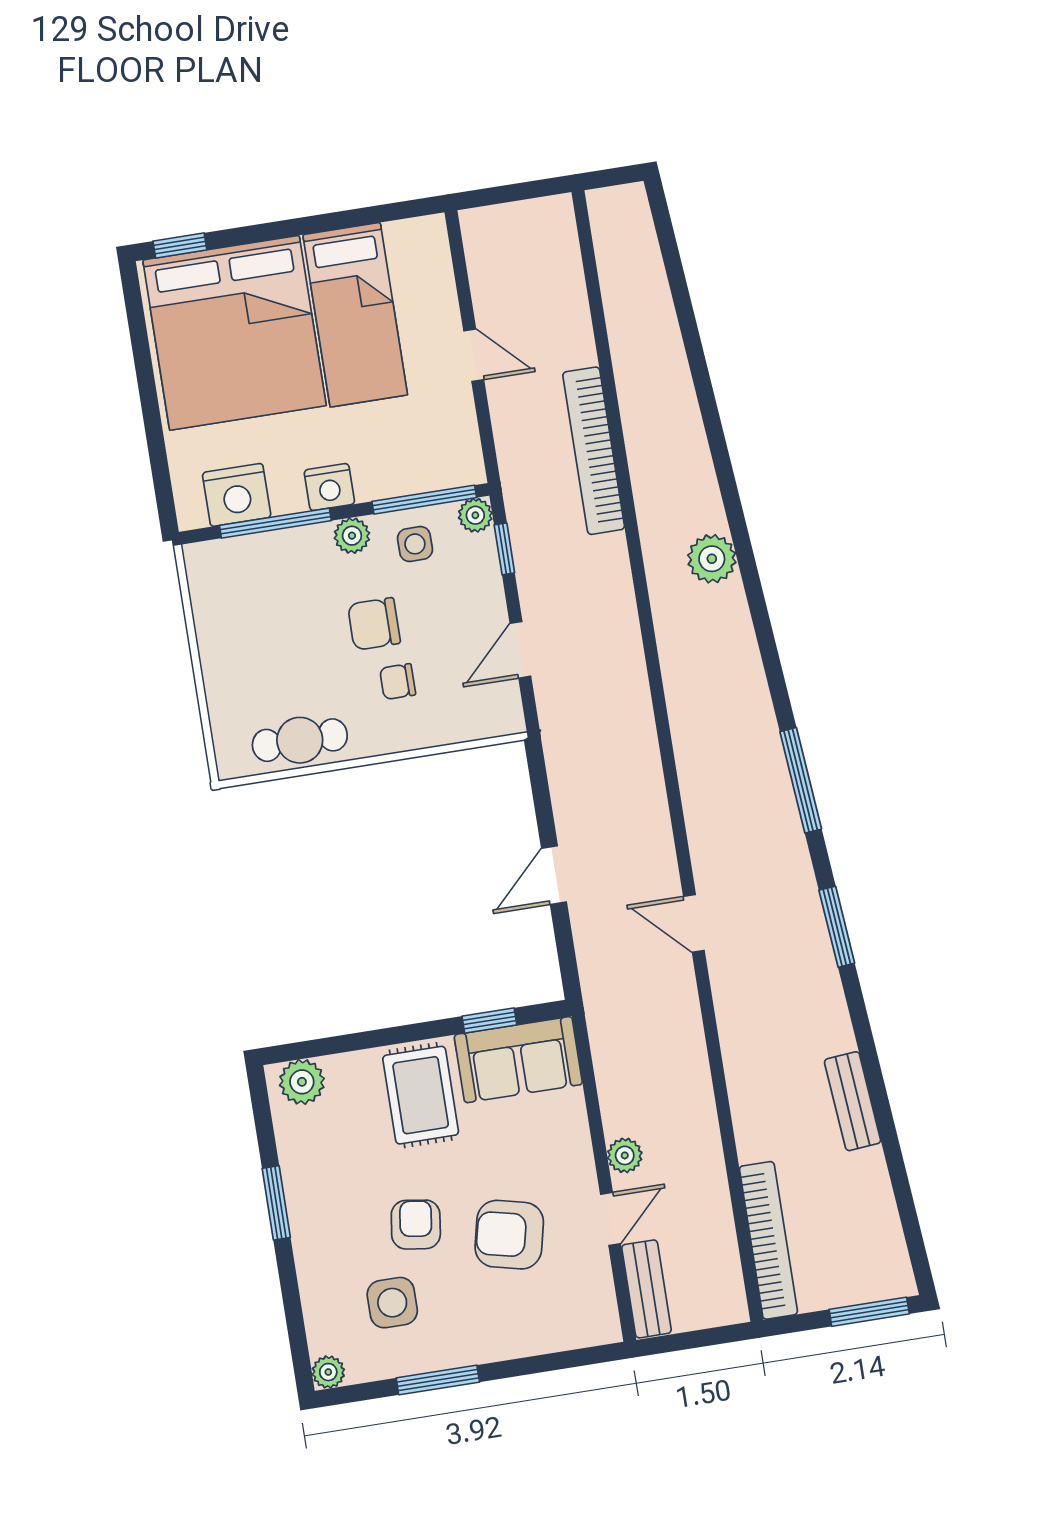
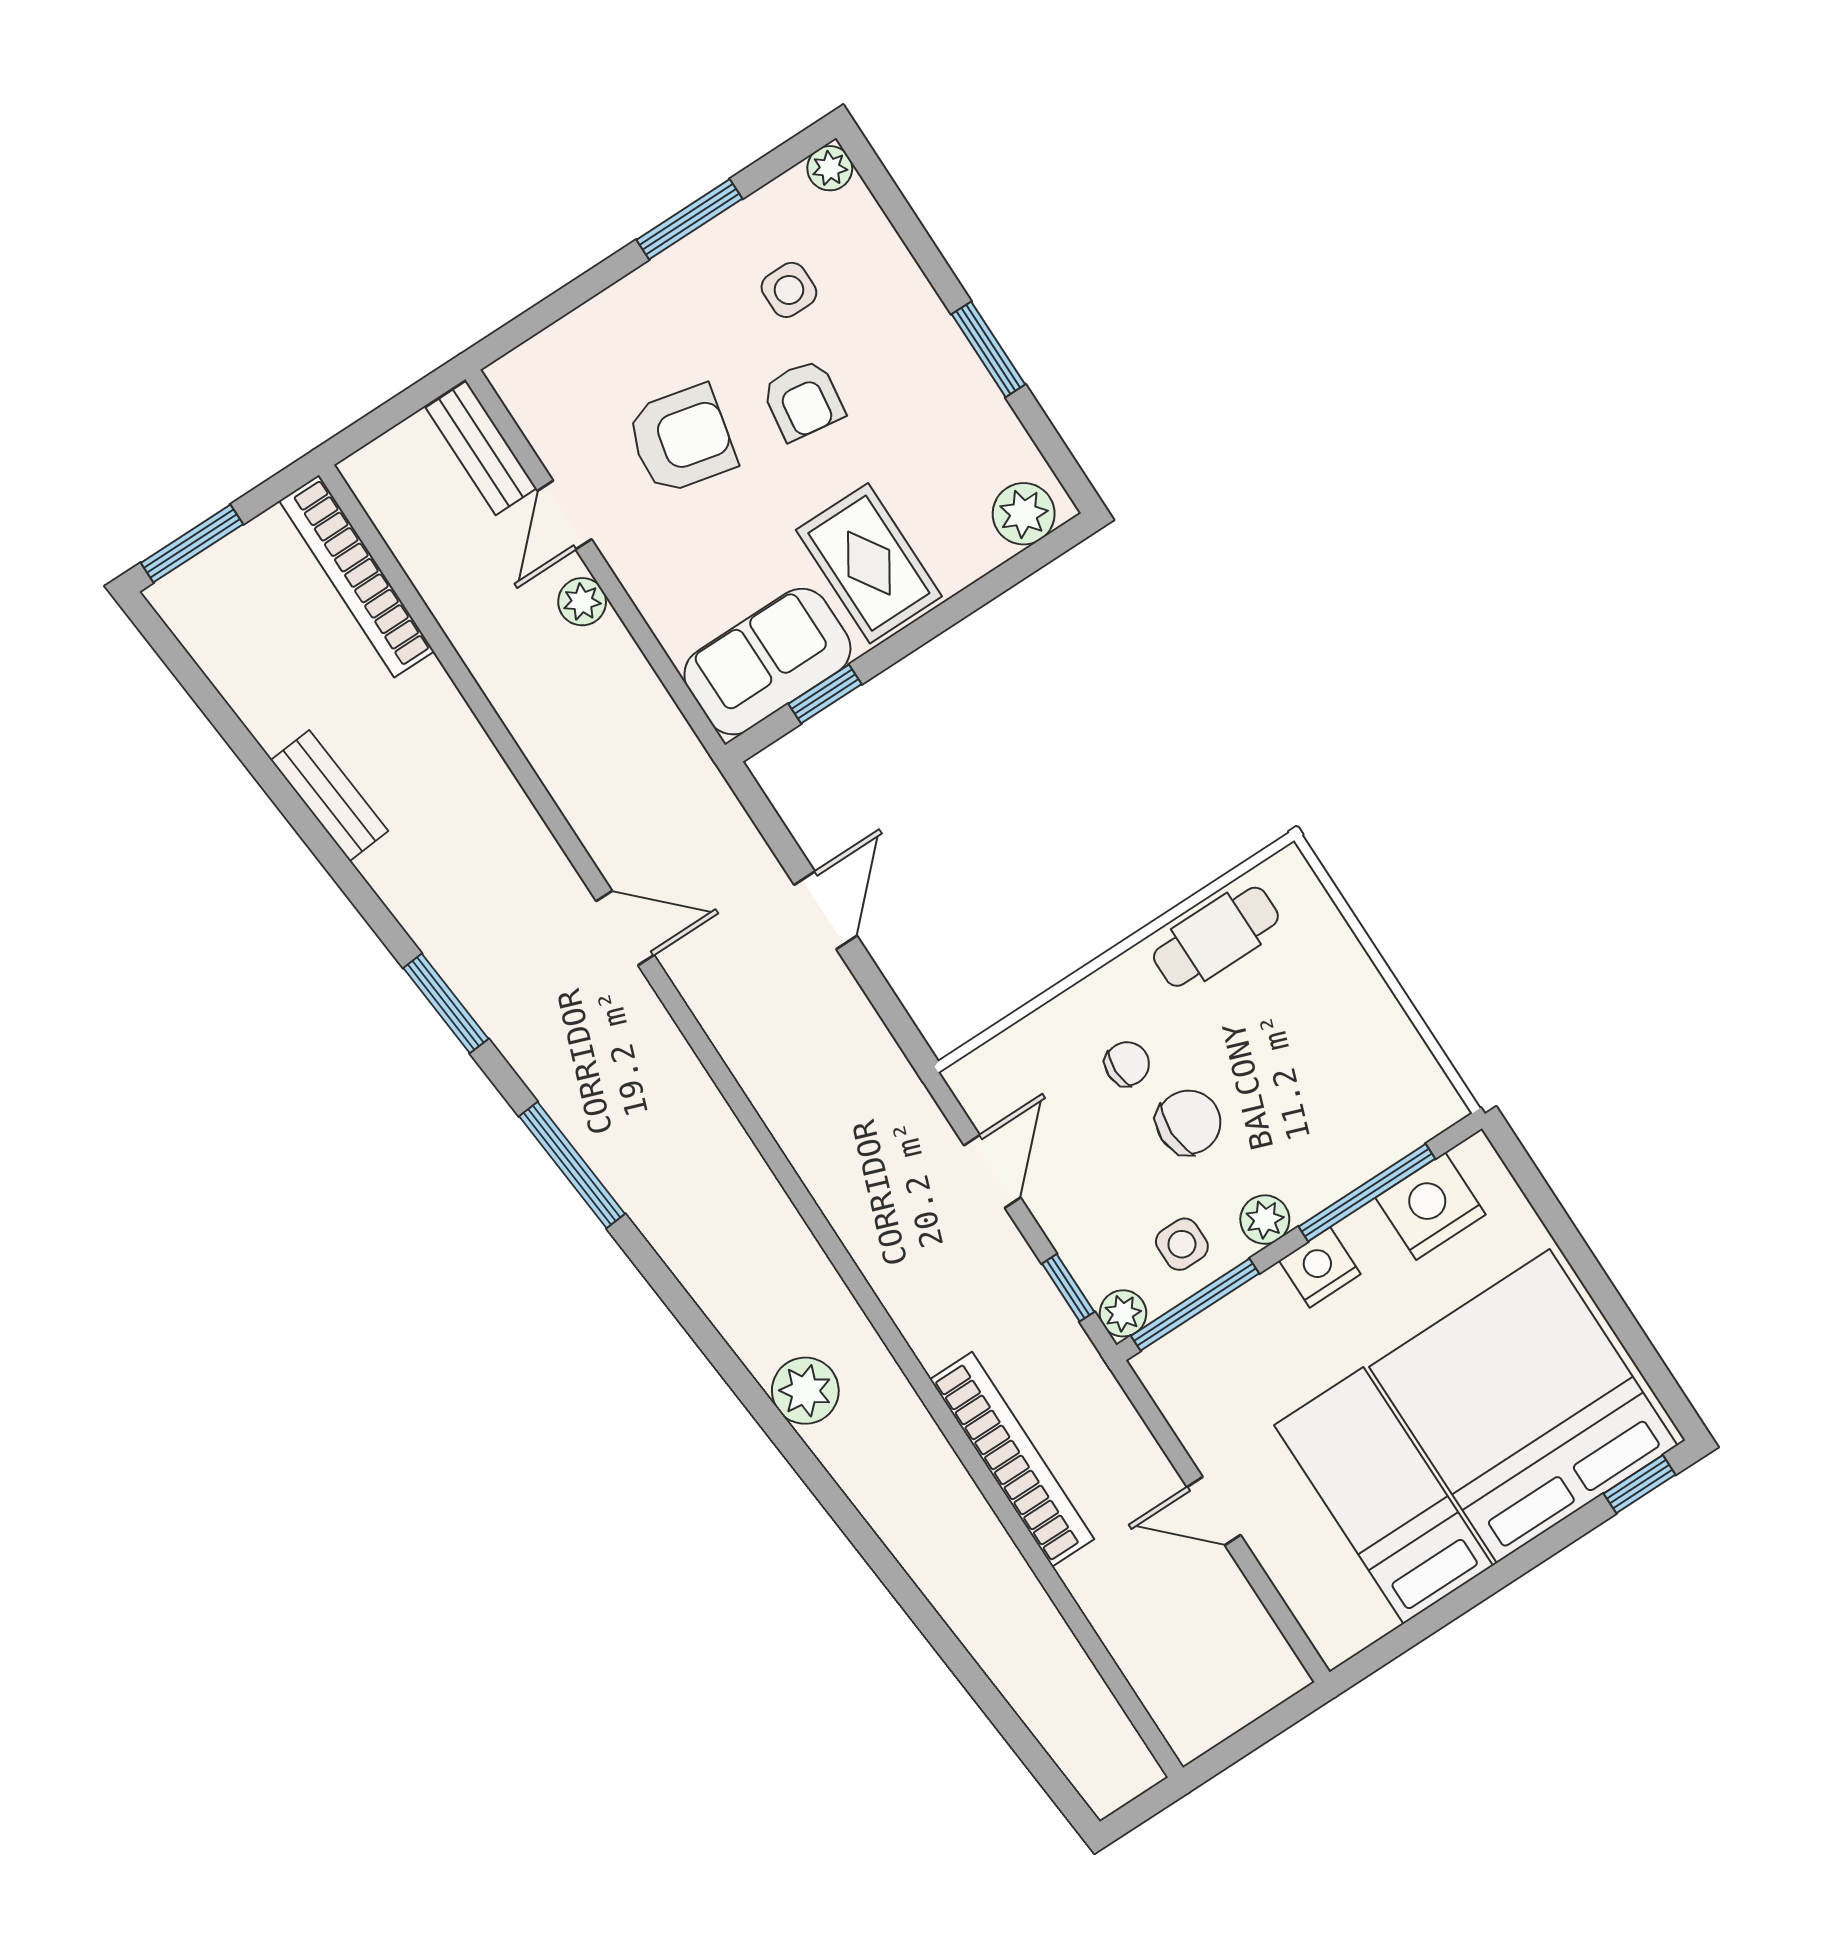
side table: (392, 1303) -> (789, 290), width x0.73, depth x0.73

